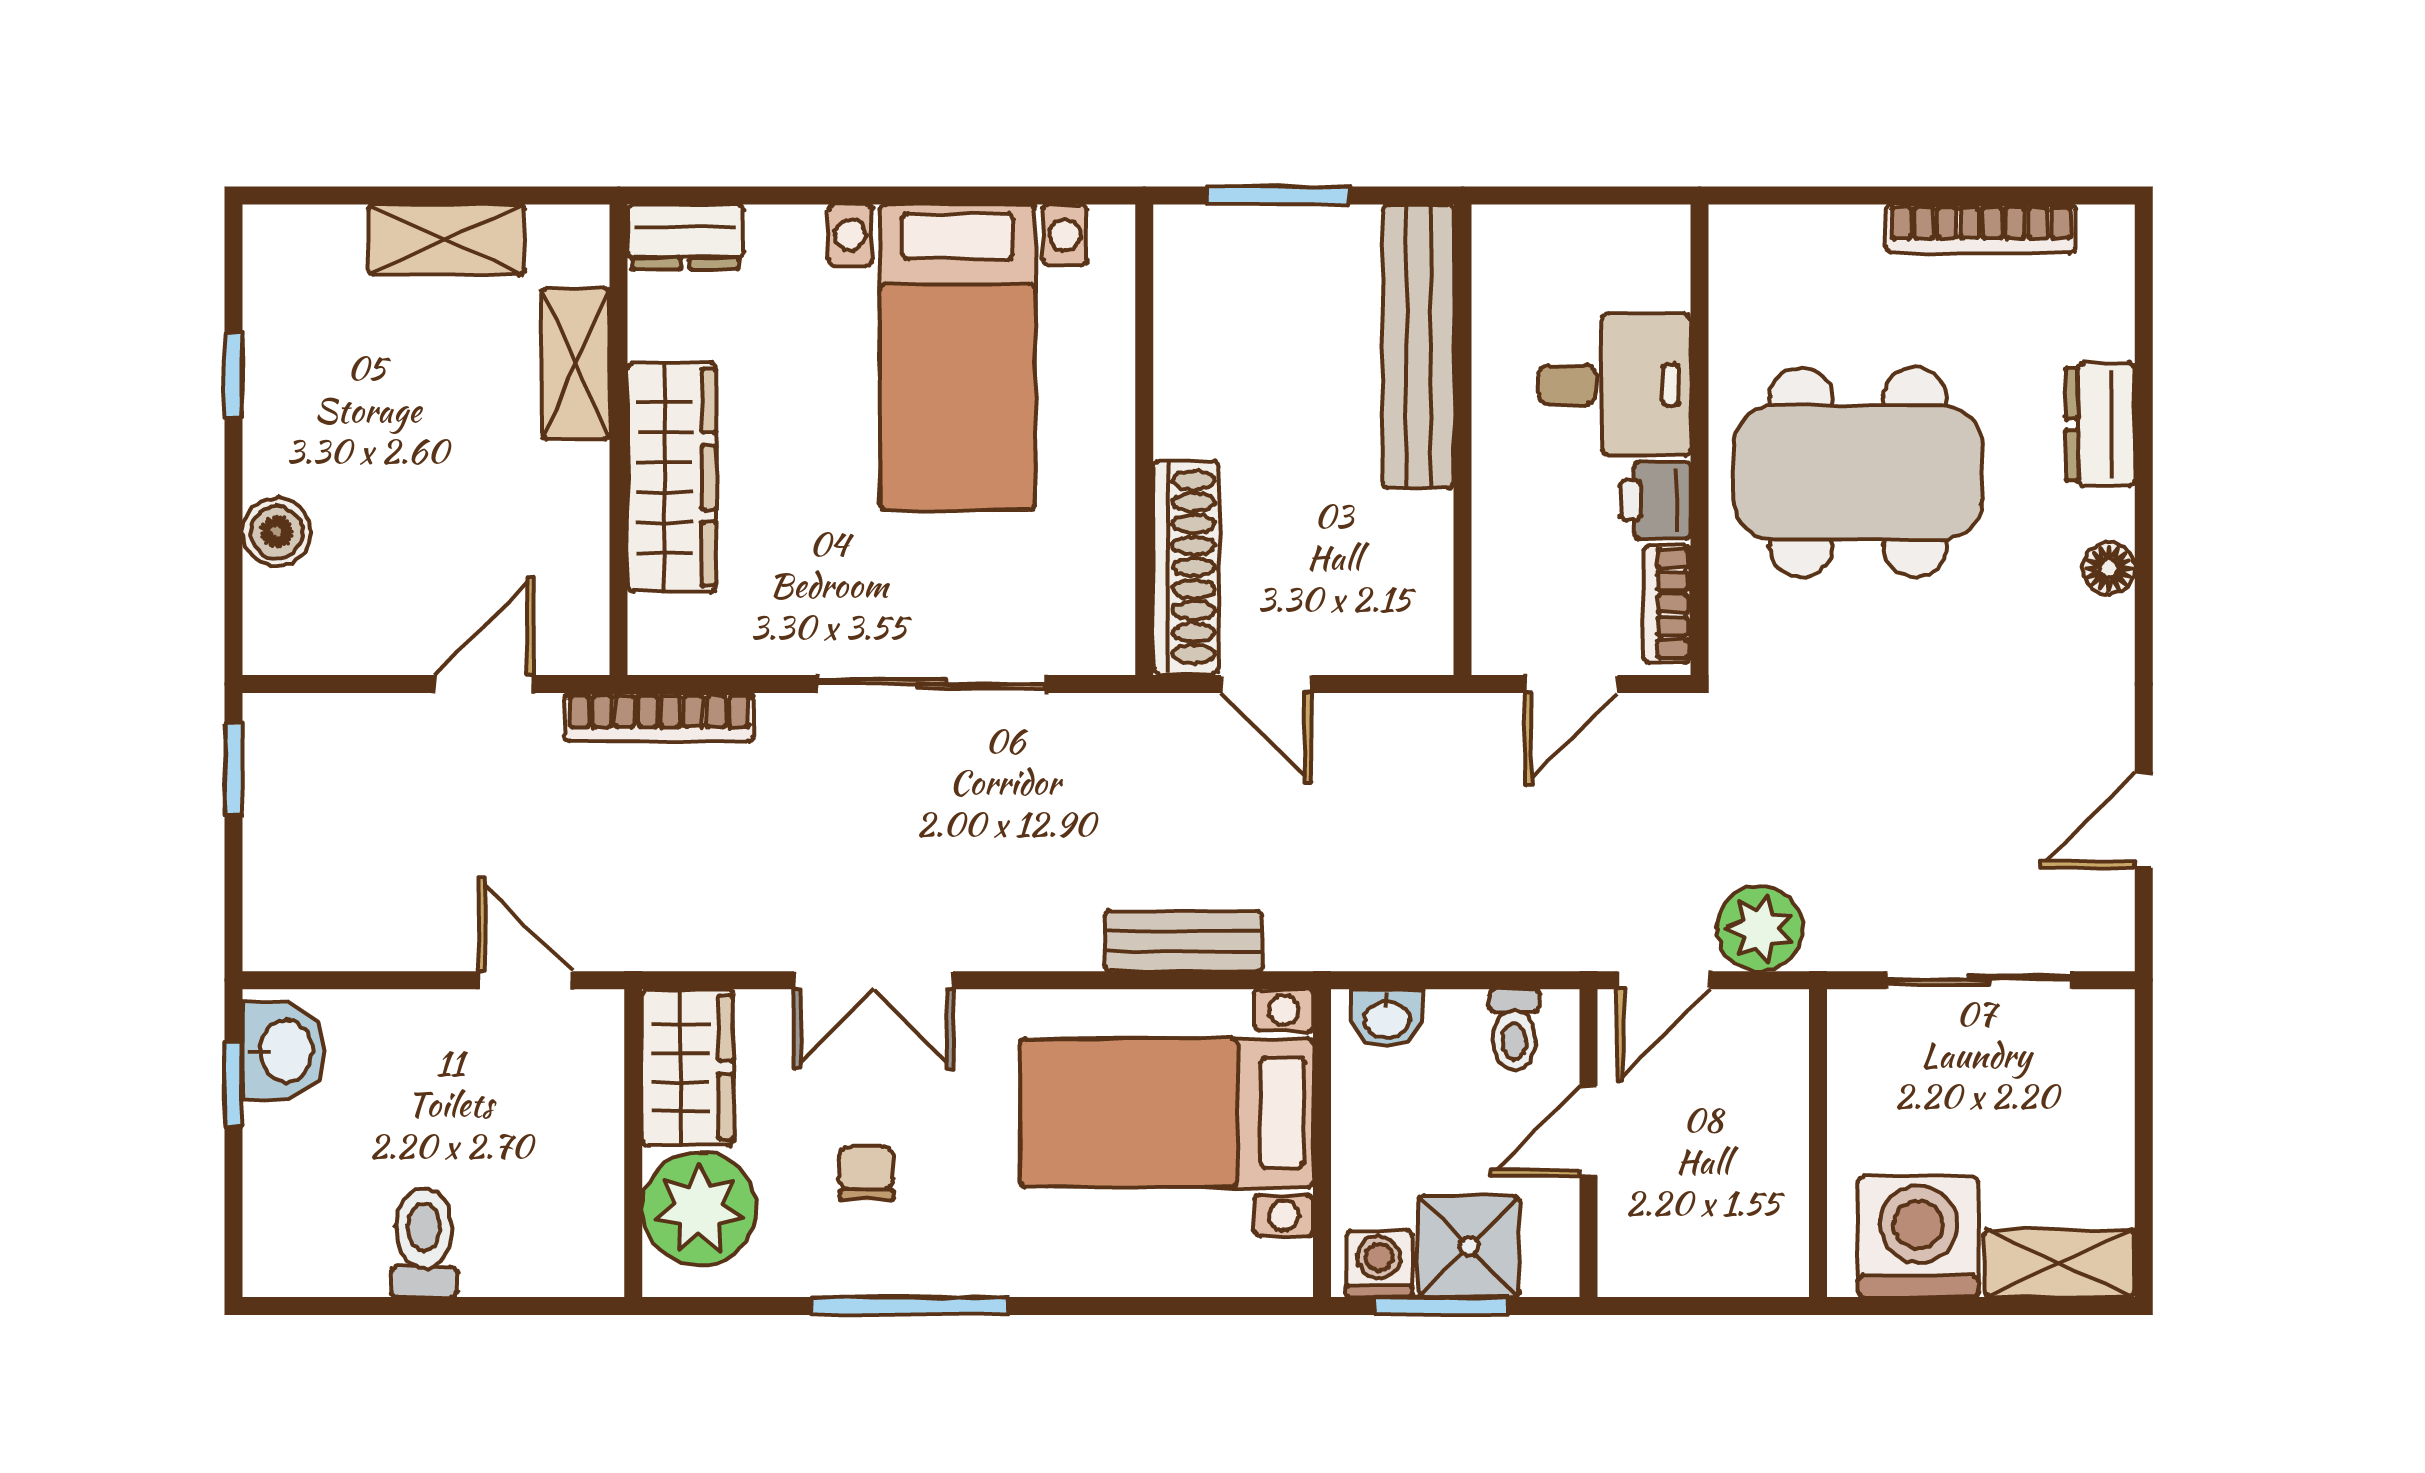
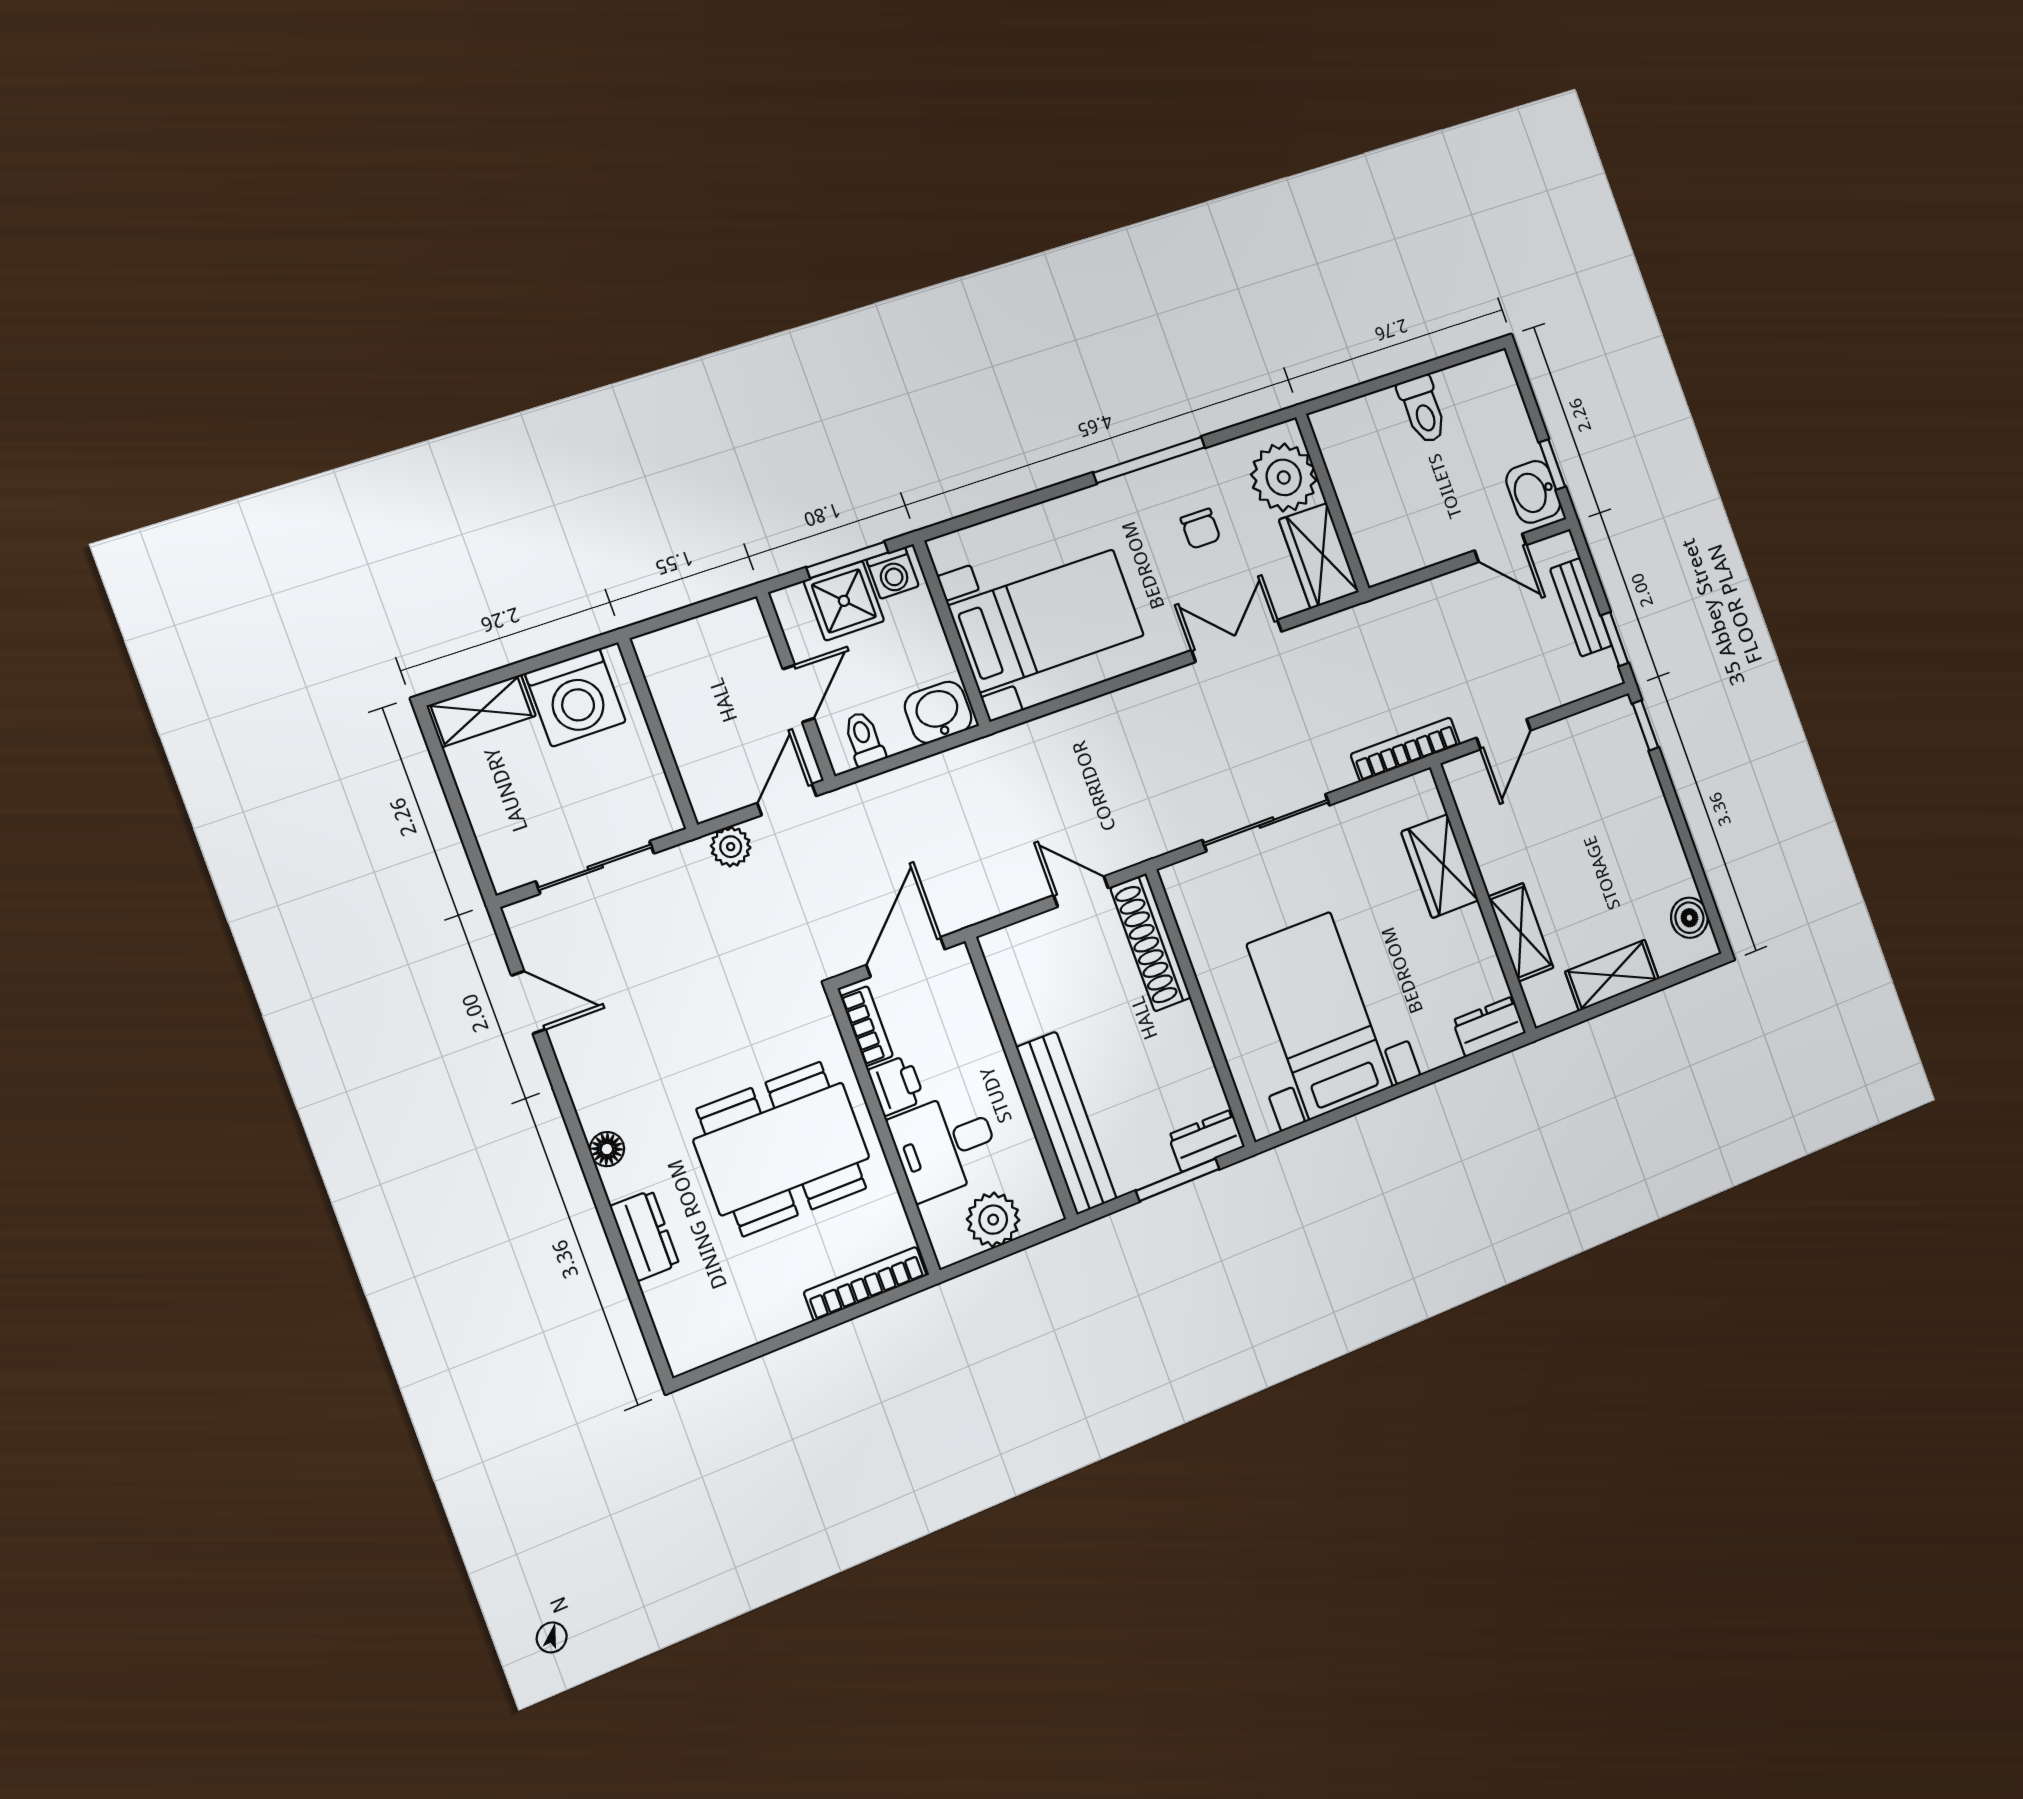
bookcase: (1981, 229) -> (865, 1284), moved
dresser: (1211, 237) -> (1206, 1141), added
plant: (1583, 247) -> (993, 1220), added
window: (234, 375) -> (1645, 725), moved
wardrobe: (672, 477) -> (1440, 866), width x0.67
boiler: (277, 532) -> (1689, 918), moved
door: (1571, 684) -> (906, 957), width x1.37
door: (2144, 820) -> (528, 1002), hinge flipped
plant: (1760, 929) -> (731, 847), width x0.73, depth x0.73
bench: (1183, 941) -> (1581, 607), moved, turned 90
door: (525, 980) -> (1500, 548), moved
washbasin: (1387, 1018) -> (938, 712), width x1.38, depth x1.45

